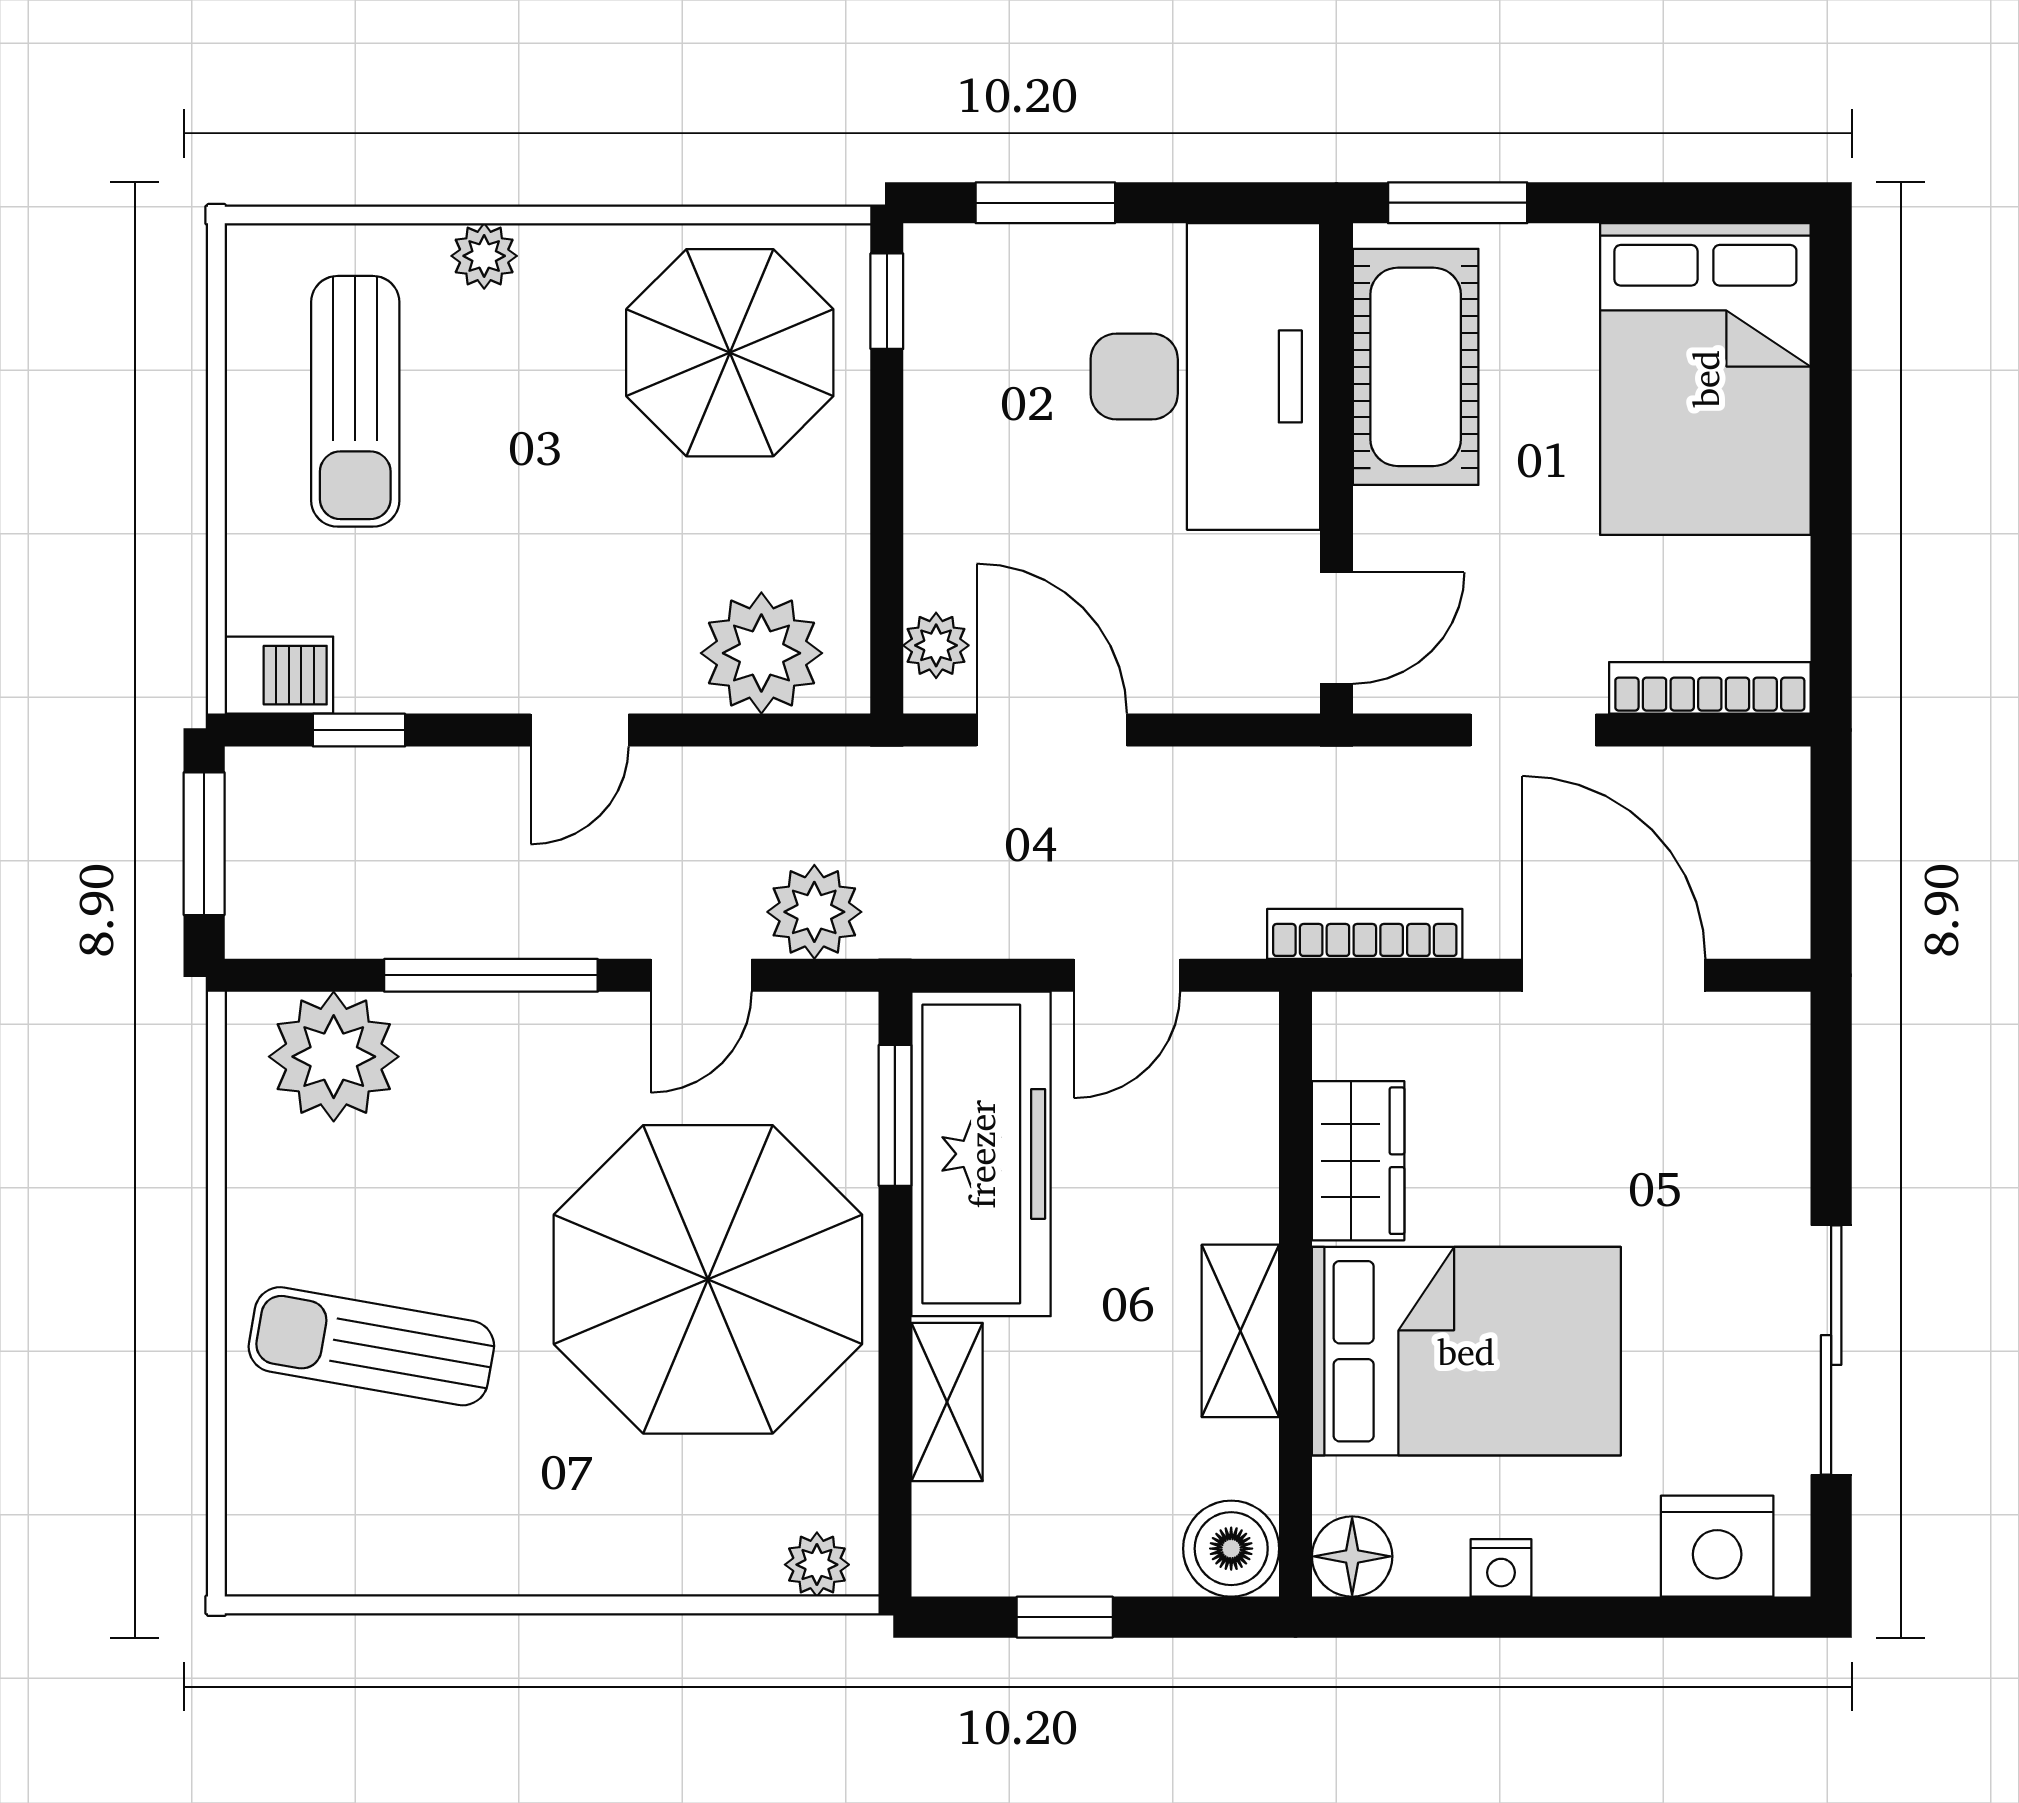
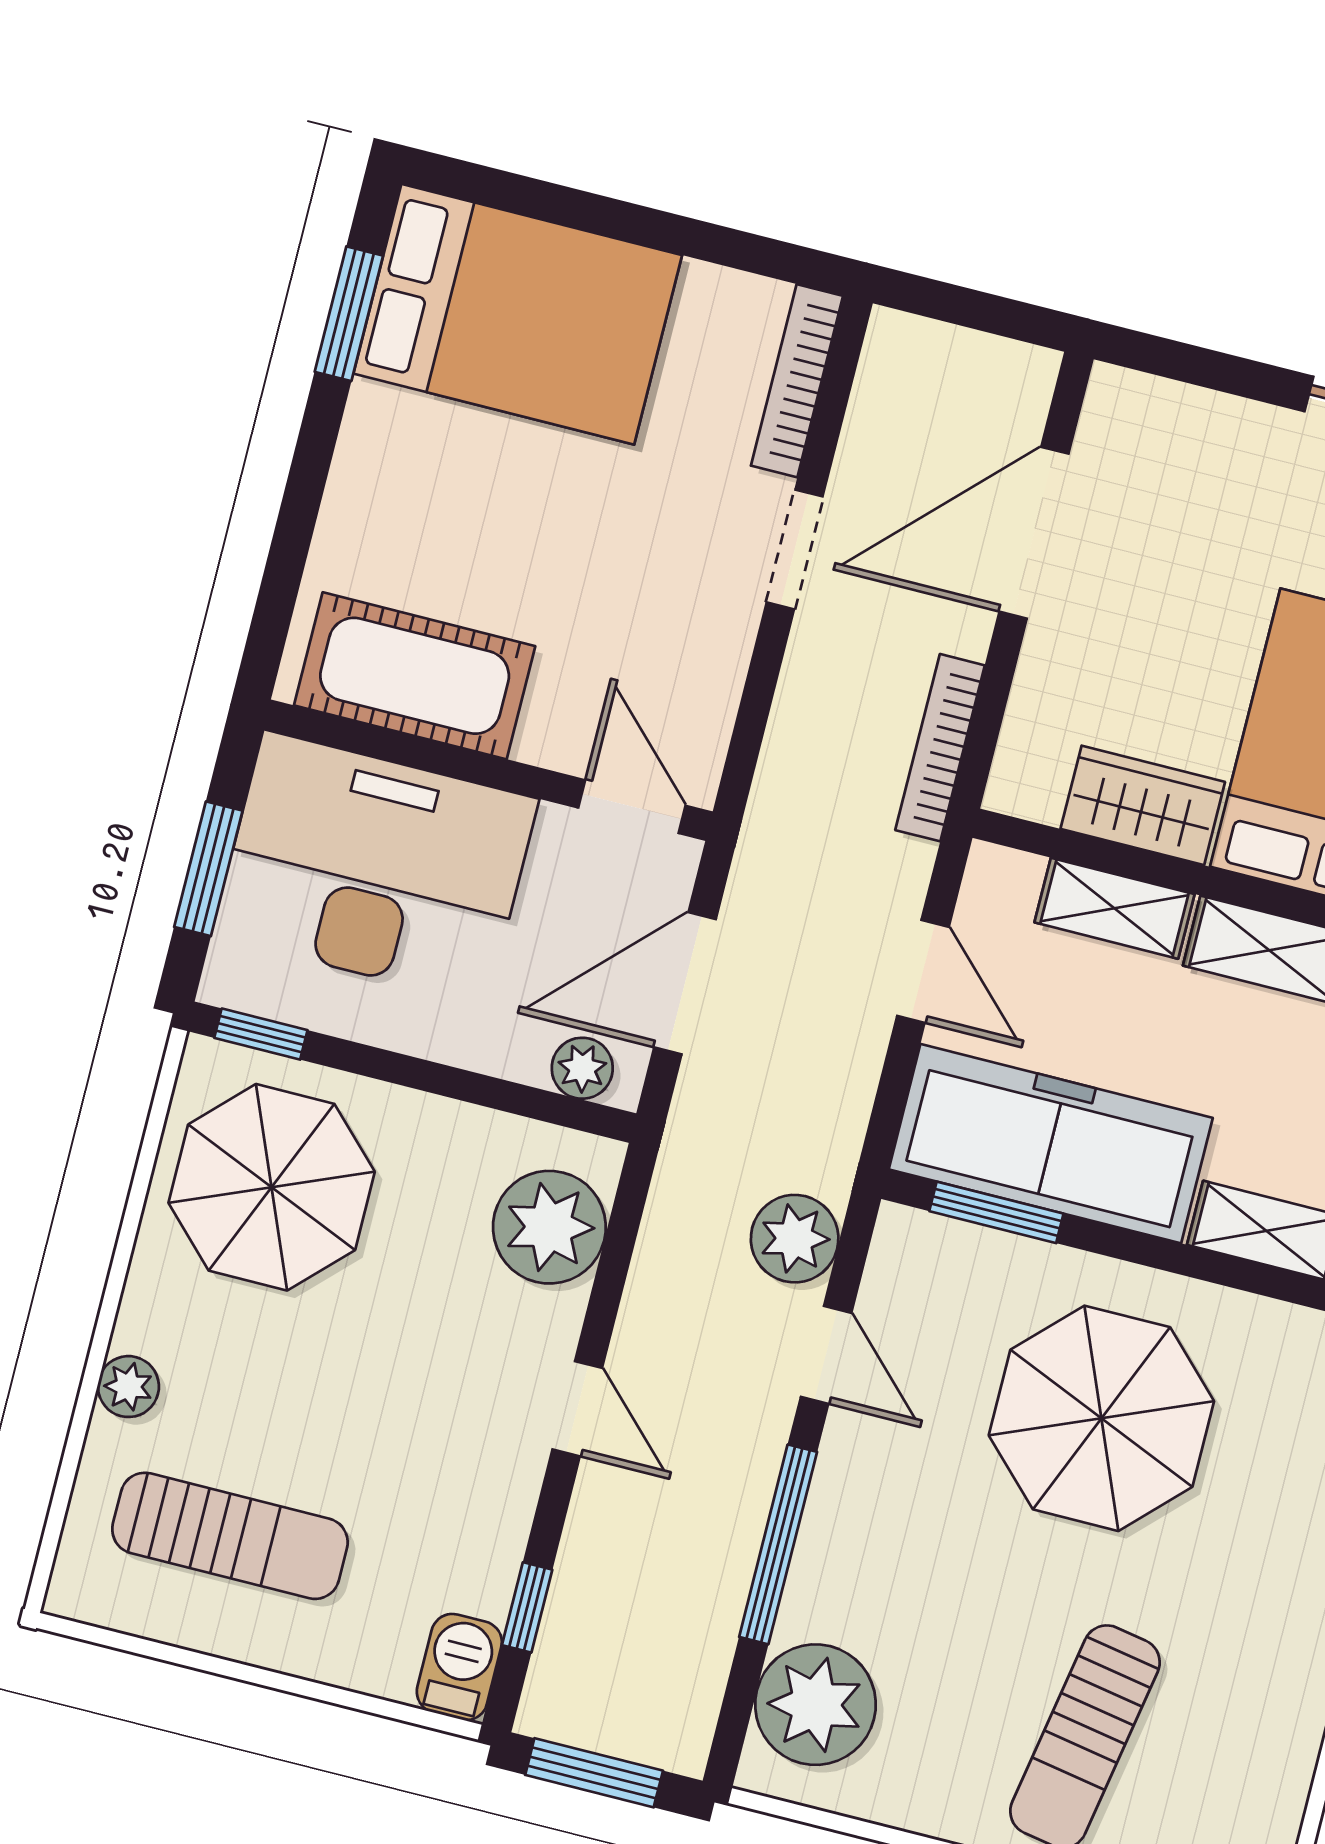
window: (1458, 203) -> (349, 314), moved
cot: (1416, 367) -> (415, 676), moved
desk: (1205, 376) -> (375, 867), moved
wall: (1336, 468) -> (488, 770), moved
door: (1336, 628) -> (632, 807), moved
shelving: (1243, 1158) -> (1115, 908), added
parasol: (708, 1279) -> (1101, 1418), width x0.73, depth x0.73

